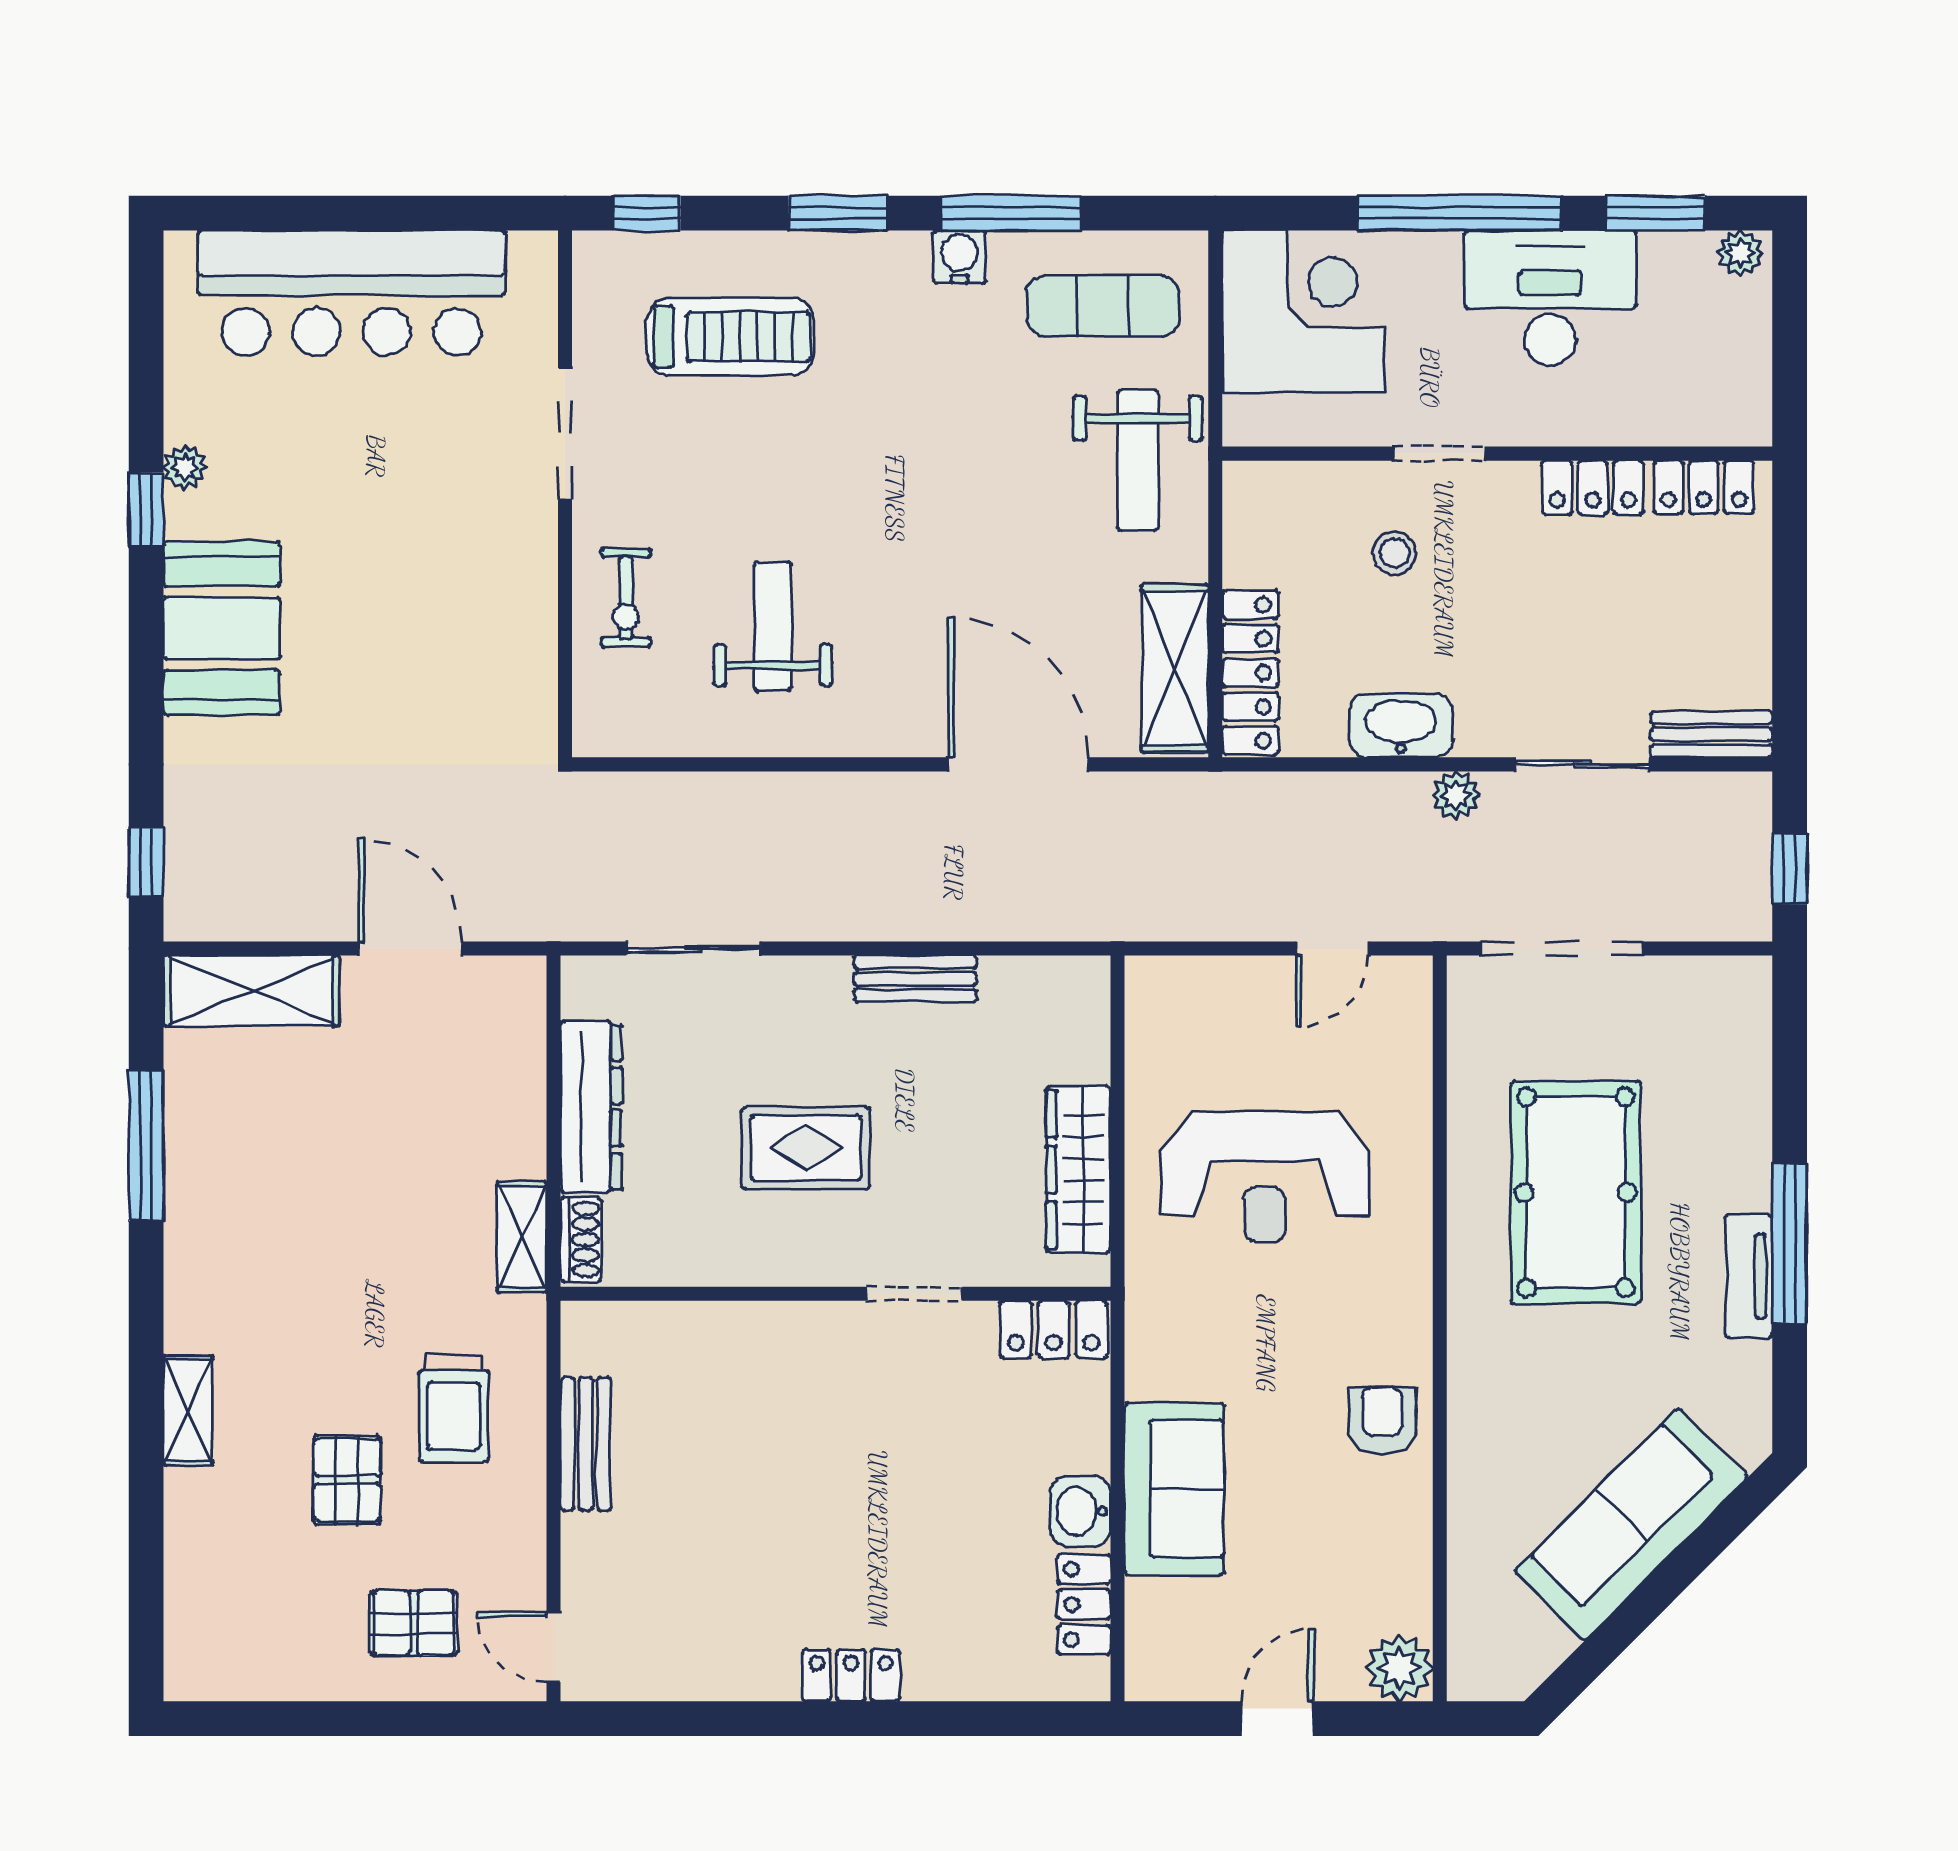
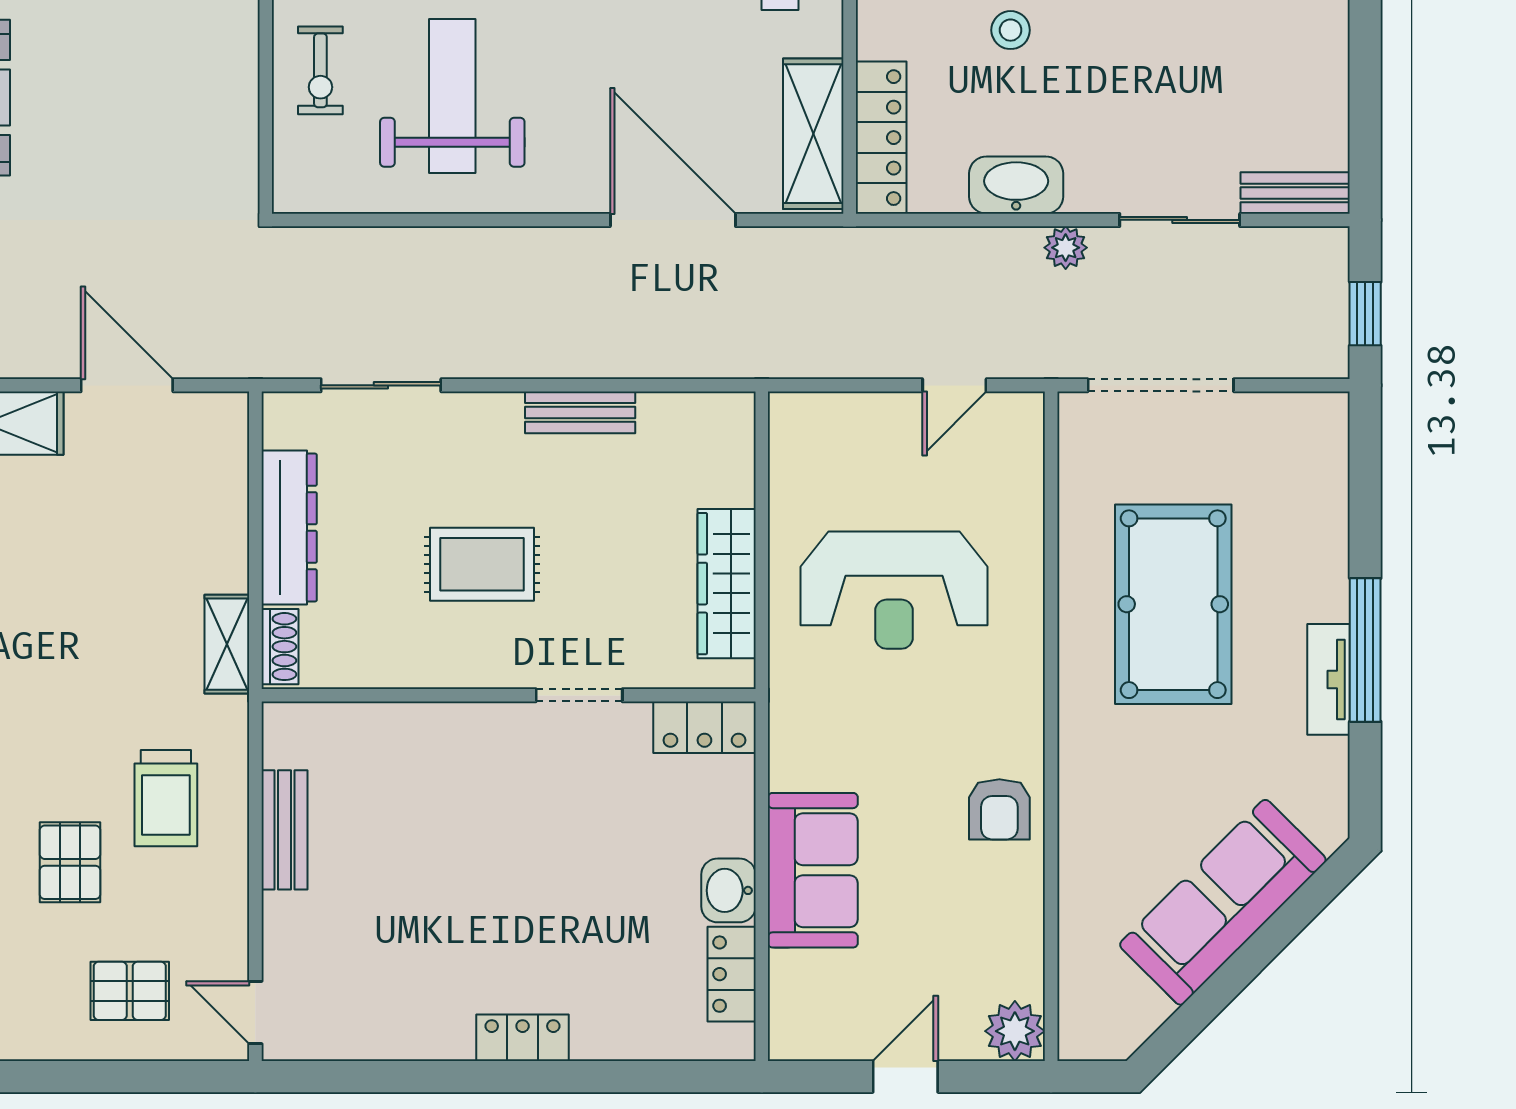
weight bench: (773, 626) -> (452, 96), width x1.36, depth x1.33
armchair: (1382, 1421) -> (999, 809), turned 180

